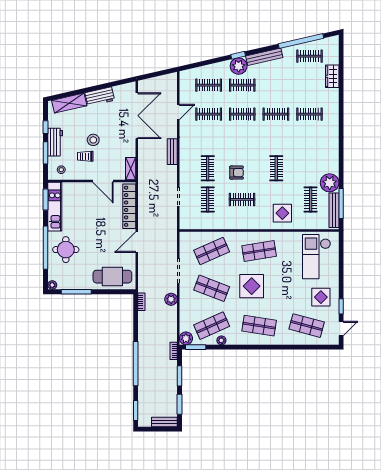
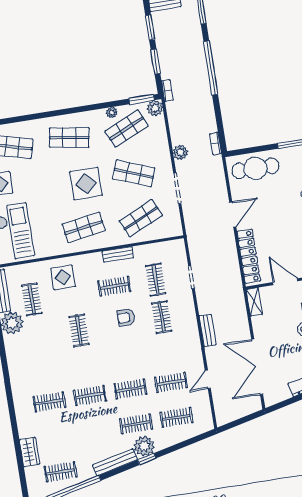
bench: (235, 225) -> (118, 254), added

